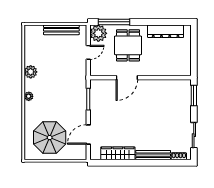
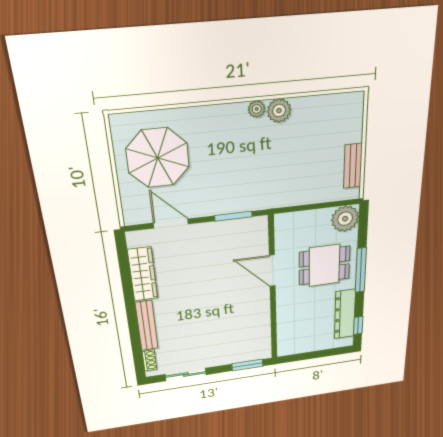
window: (114, 22) -> (361, 270), moved
window: (176, 22) -> (358, 325), added
bench: (61, 30) -> (353, 166), width x0.73
door: (88, 52) -> (314, 207), removed
plant: (29, 96) -> (257, 109), moved

